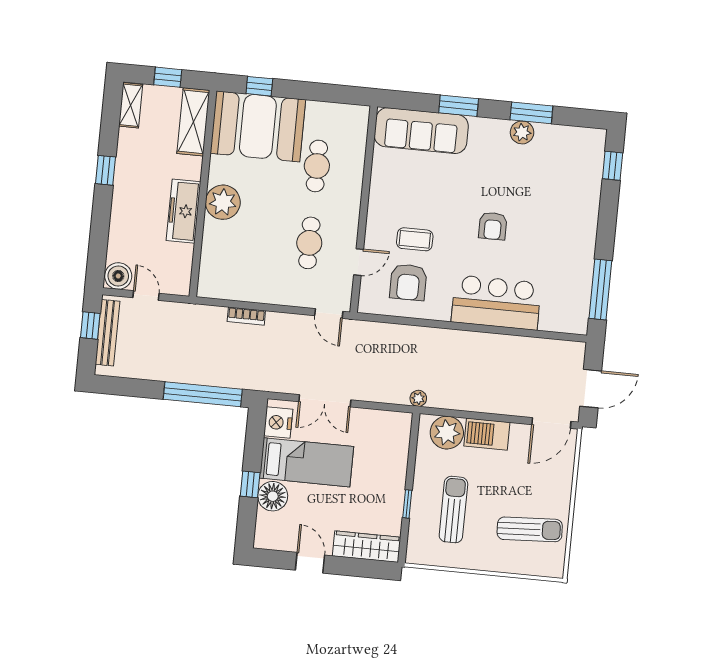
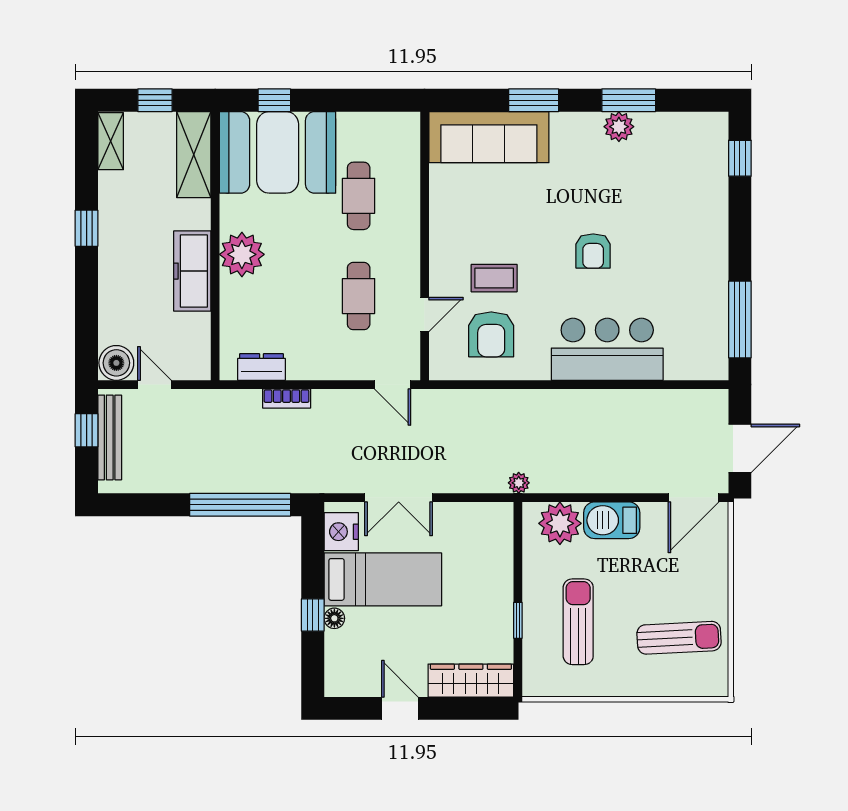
dresser: (229, 290) -> (261, 367), added
floor lamp: (273, 496) -> (334, 618), width x0.53, depth x0.53

